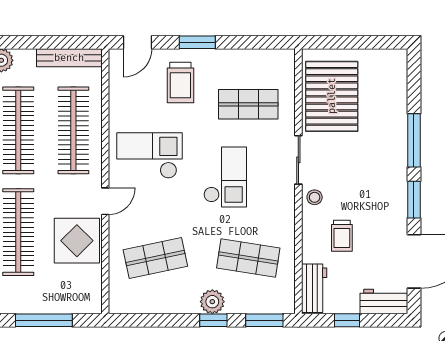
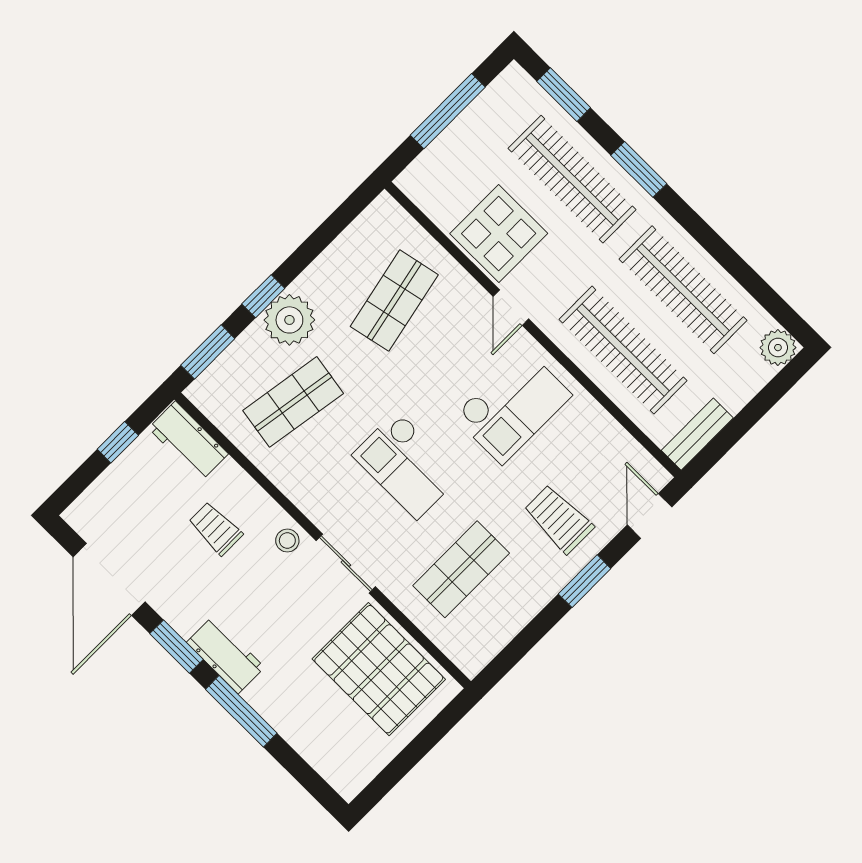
bench: (69, 58) -> (697, 434), width x0.73
plant: (212, 302) -> (289, 320), width x1.36, depth x1.36
workbench: (384, 302) -> (225, 655), moved, turned -90

